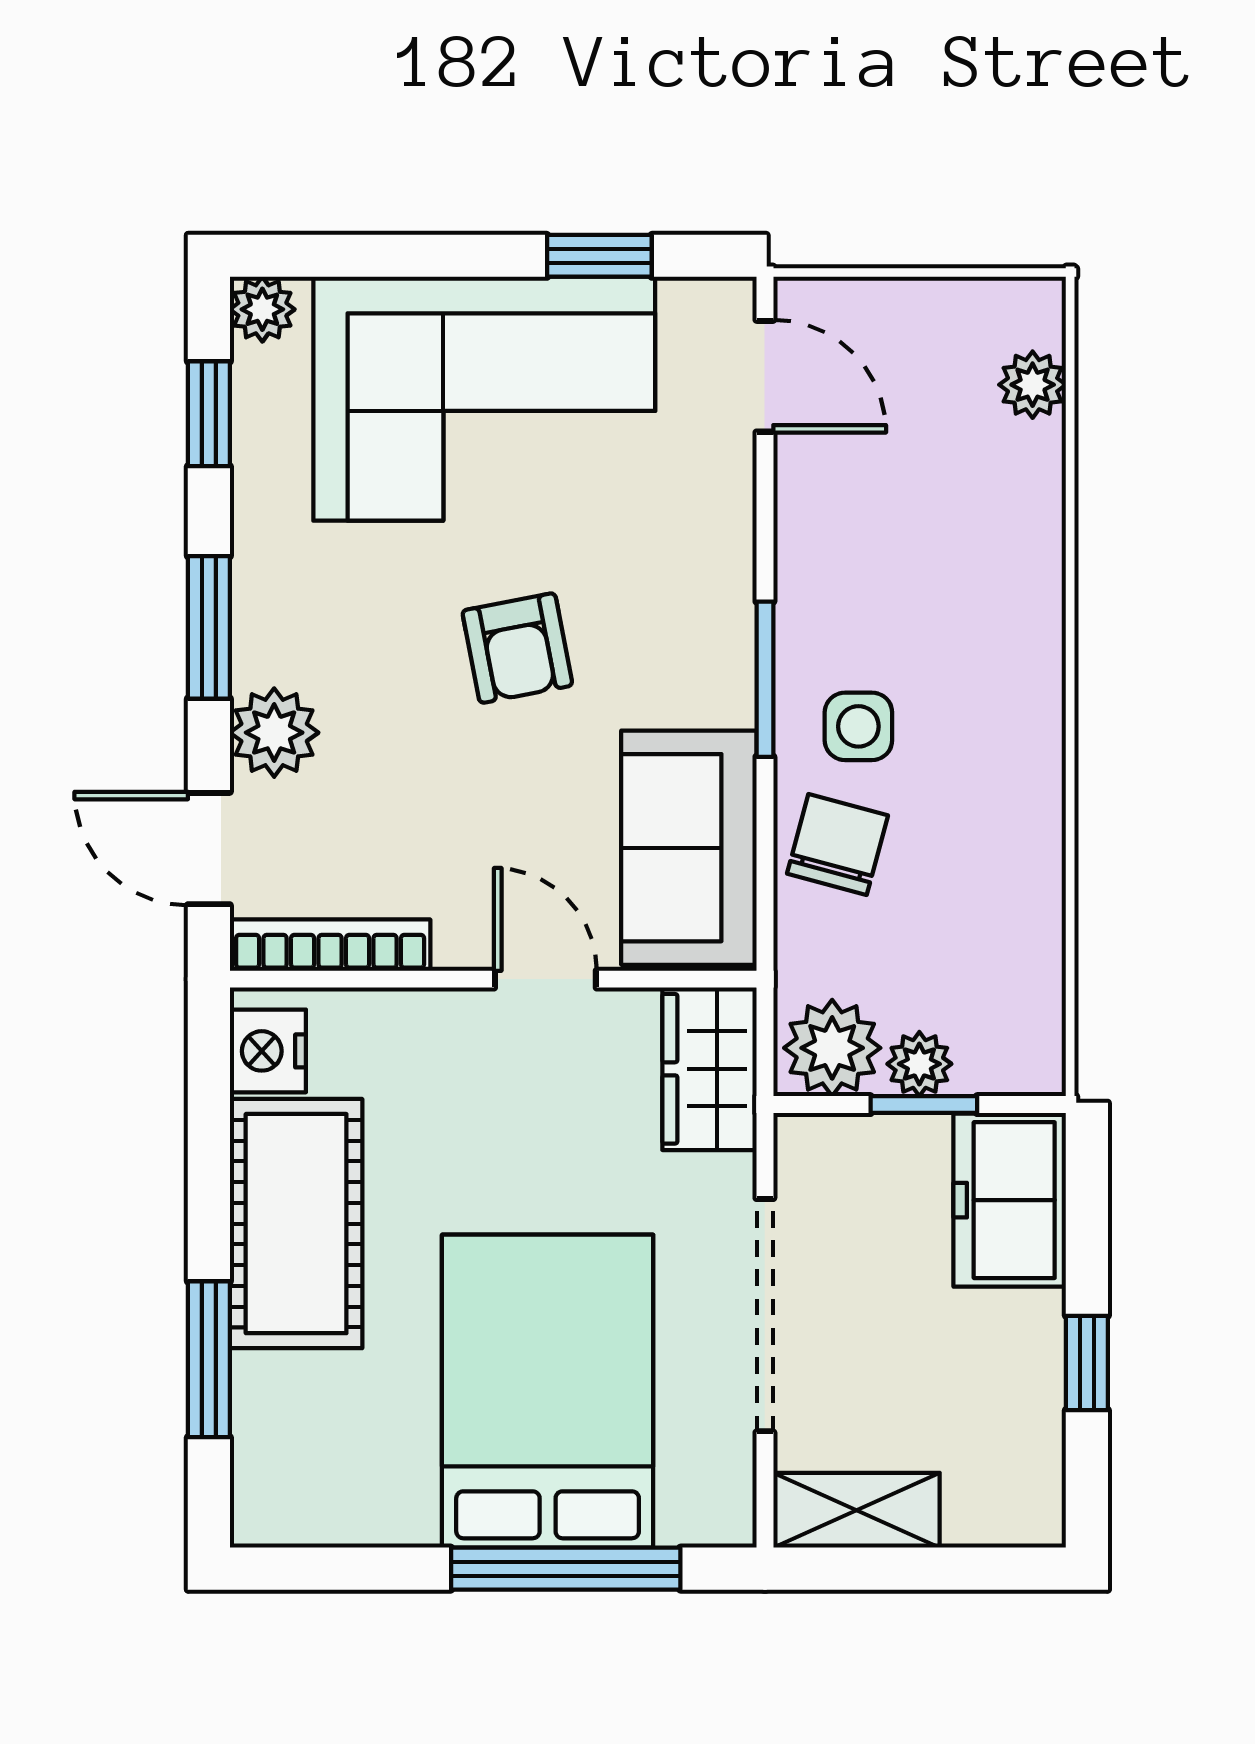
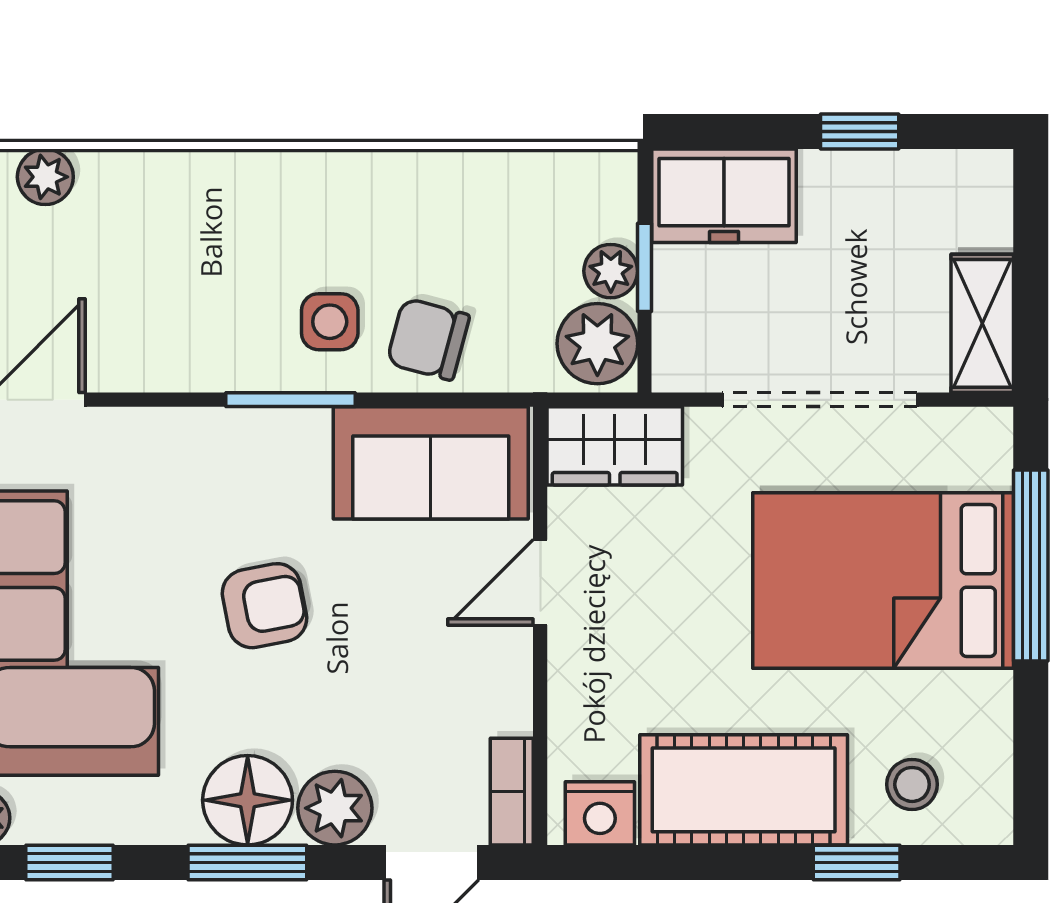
floor lamp: (284, 628) -> (248, 800), added
bookcase: (330, 945) -> (512, 792), width x0.64
window: (209, 1359) -> (857, 862), width x0.67
stool: (303, 1426) -> (912, 784), added

